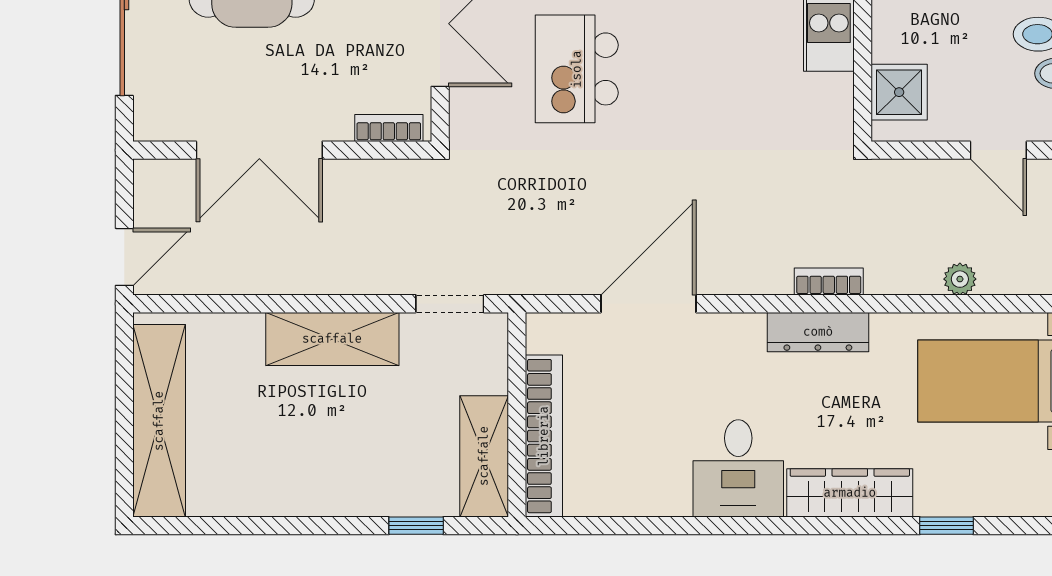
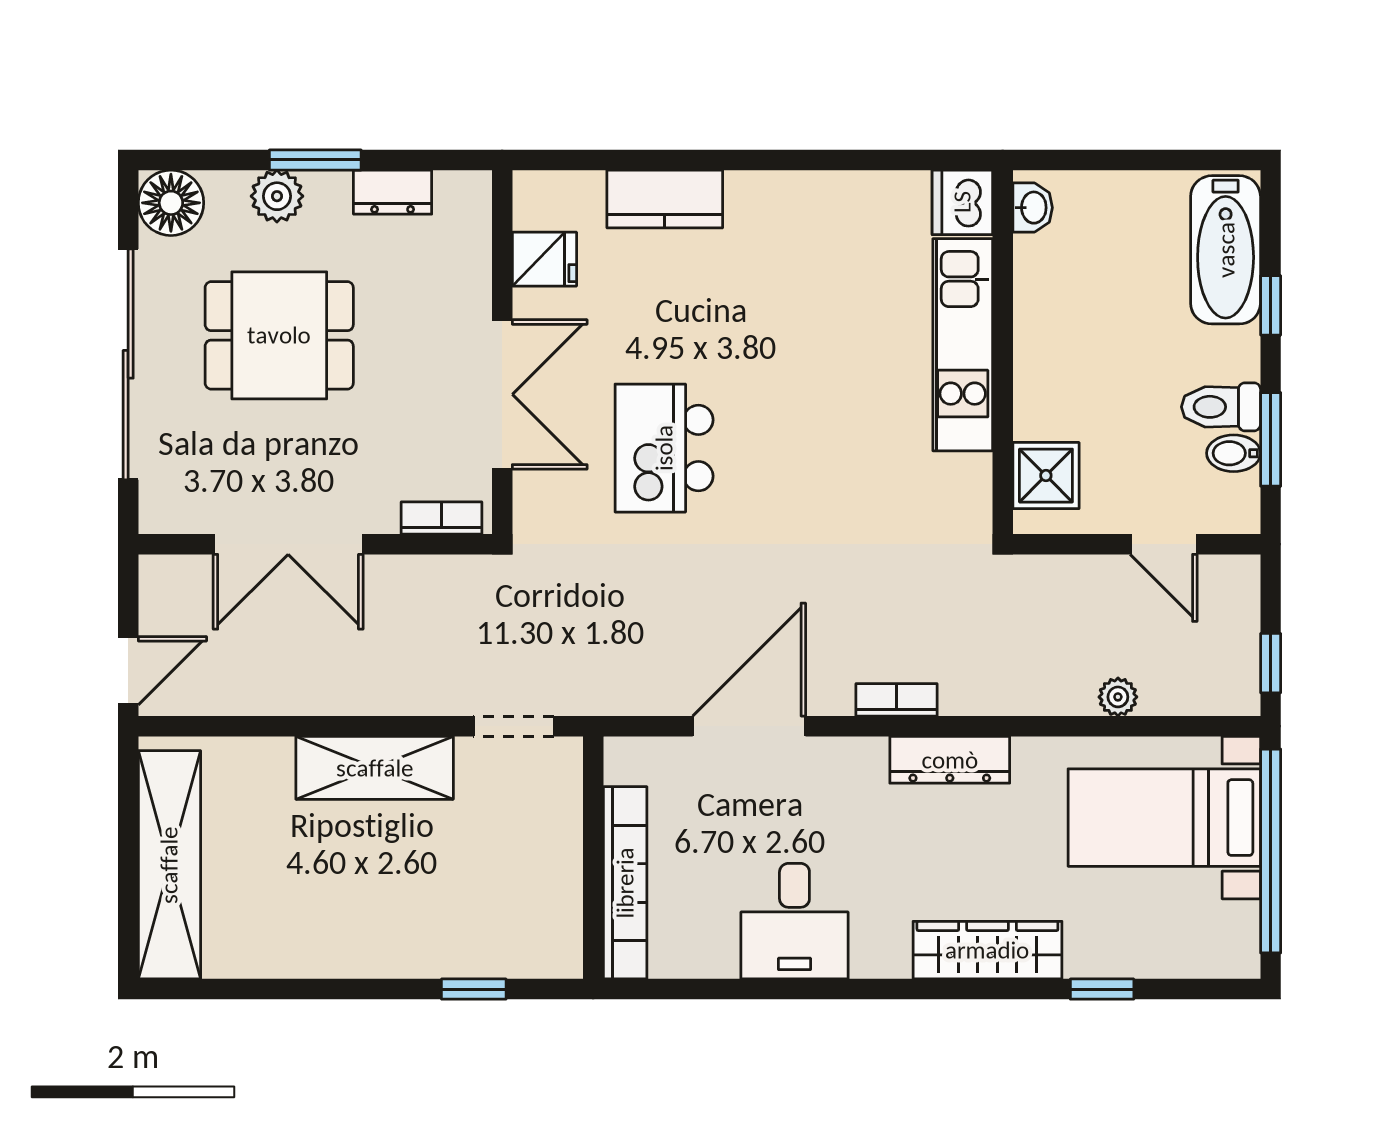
bookcase: (829, 282) -> (896, 700), moved
shelving: (484, 456) -> (554, 907), removed
desk: (738, 468) -> (794, 921), moved

